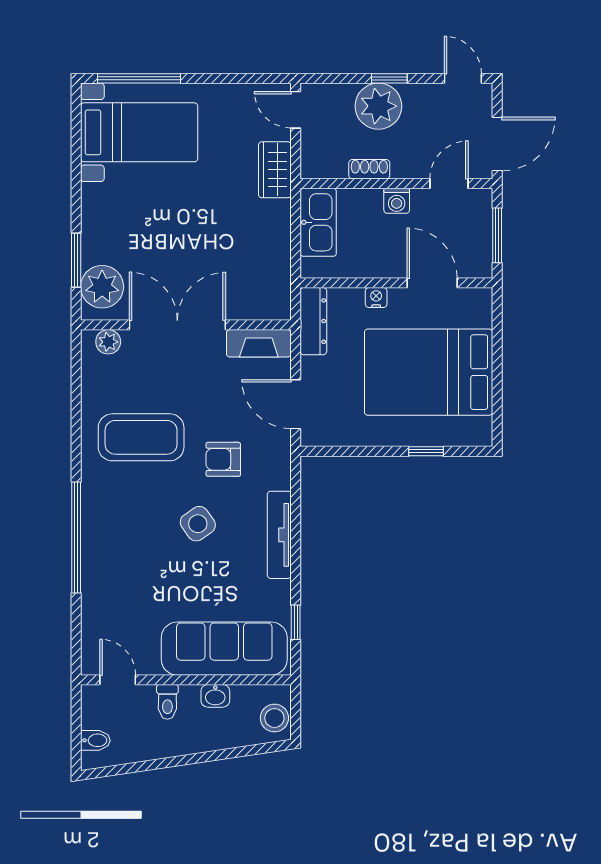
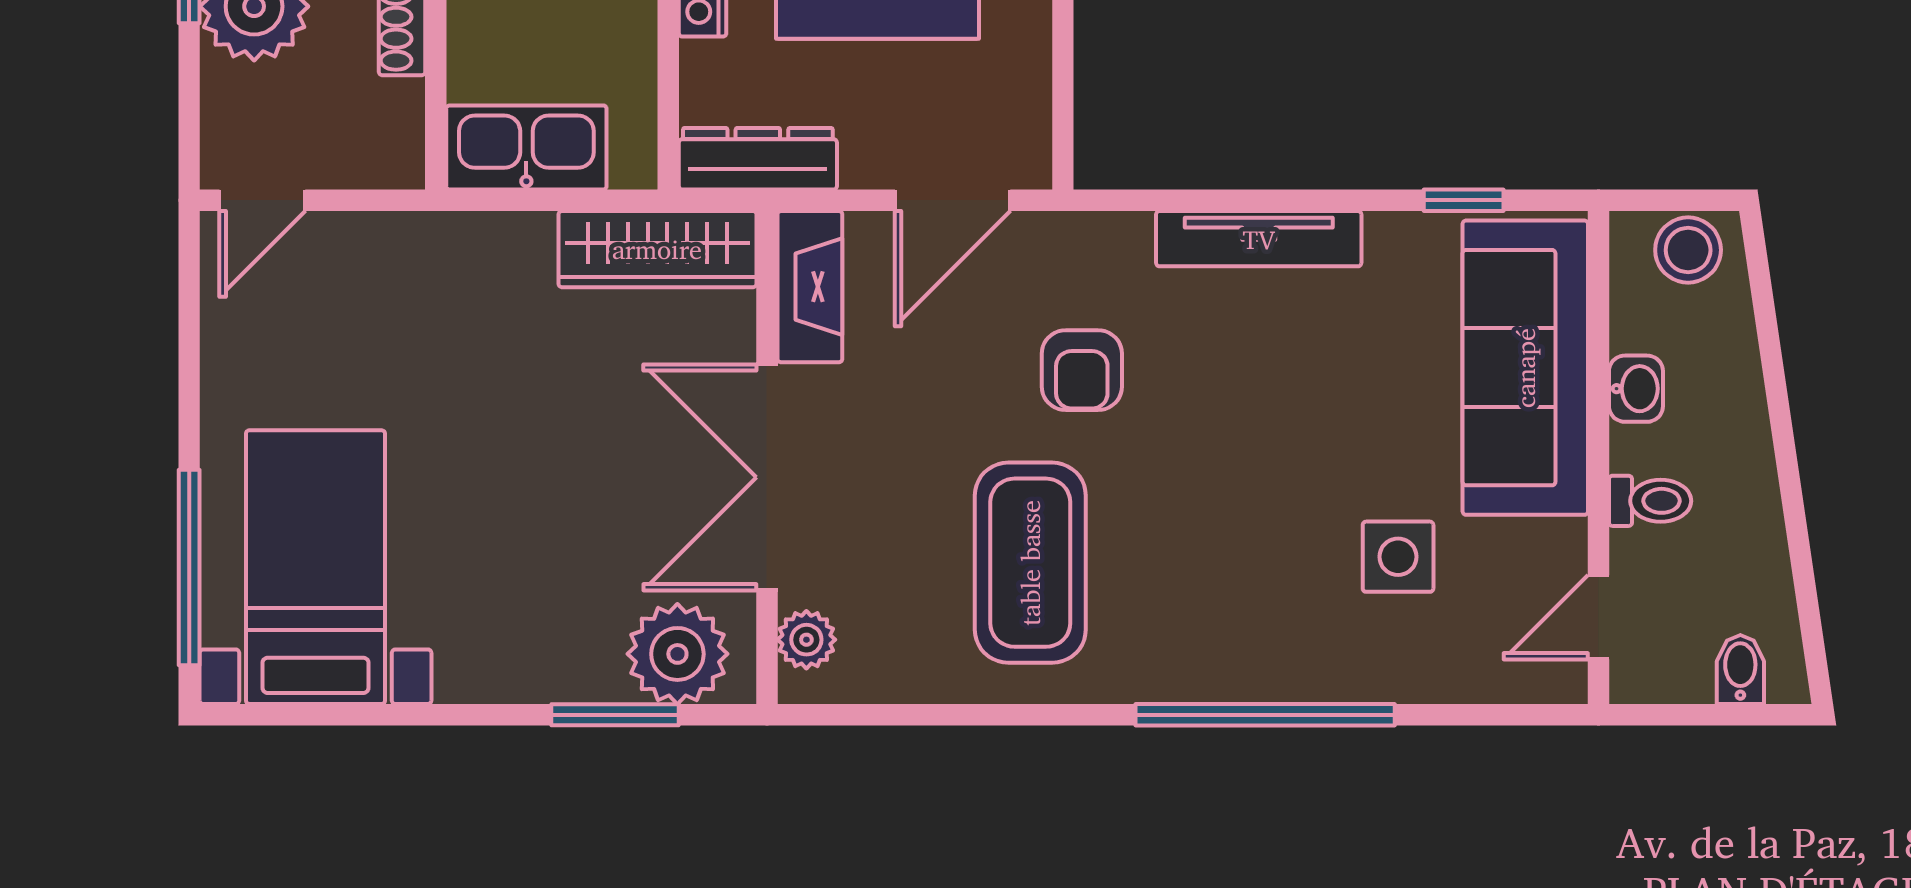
wardrobe: (275, 170) -> (657, 249), moved, width x1.50
side table: (198, 524) -> (1398, 557), moved, turned 35

